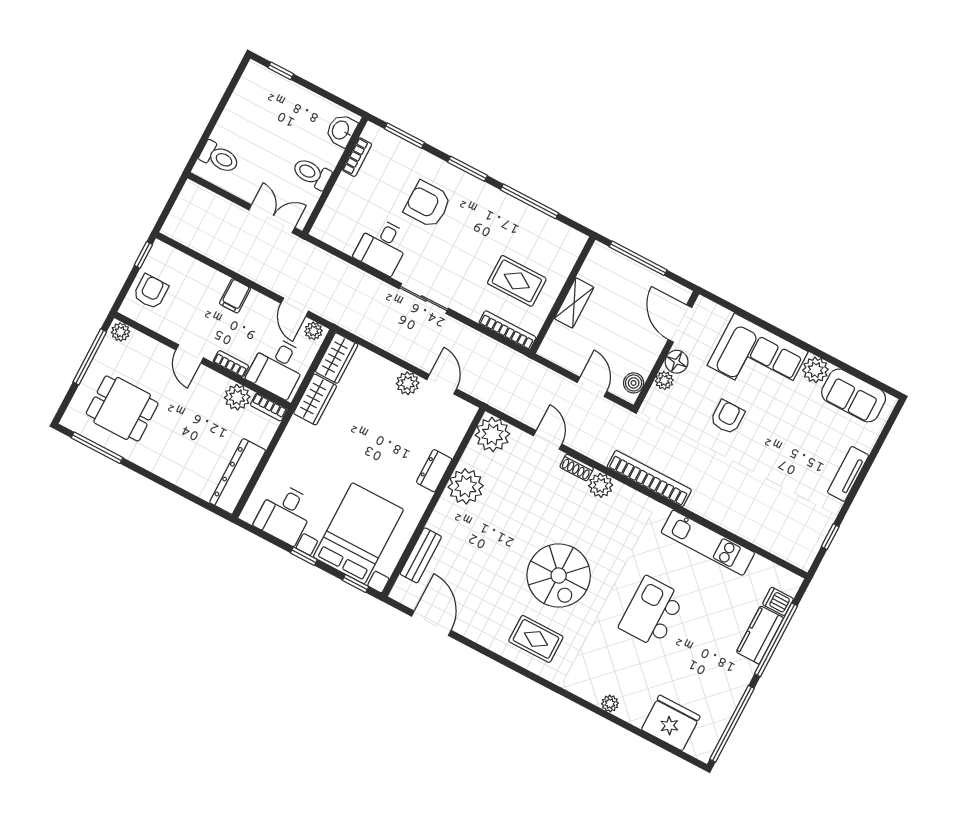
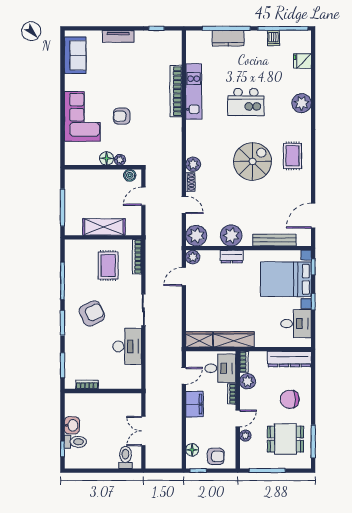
washbasin: (341, 130) -> (72, 425), moved, turned -90
toilet: (312, 174) -> (75, 442), moved, turned -90
armchair: (428, 204) -> (92, 313), moved, turned -116
double door: (272, 219) -> (143, 431), moved
desk: (382, 246) -> (127, 346), width x1.37
floor lamp: (179, 262) -> (192, 450), added
armchair: (151, 292) -> (216, 456), turned 180
filing cabinet: (235, 296) -> (194, 404), width x2.00
shelving: (574, 303) -> (104, 227), width x1.50, depth x1.33
door: (680, 323) -> (85, 167), removed
plant: (313, 331) -> (191, 359), removed
plant: (121, 332) -> (245, 436), moved
plant: (815, 370) -> (72, 83), removed
plant: (408, 383) -> (193, 257), moved
wardrobe: (315, 399) -> (234, 339), width x1.50
dining table: (122, 408) -> (285, 439), turned 90
door: (548, 440) -> (184, 205), swing flipped
chair: (178, 446) -> (290, 399), added
bookcase: (649, 478) -> (176, 91), moved
bench: (421, 555) -> (274, 240), width x1.36
dishwasher: (778, 601) -> (273, 38), moved
plant: (610, 703) -> (302, 103), width x1.87, depth x1.87
fridge: (671, 723) -> (302, 61), width x0.53, depth x0.75

